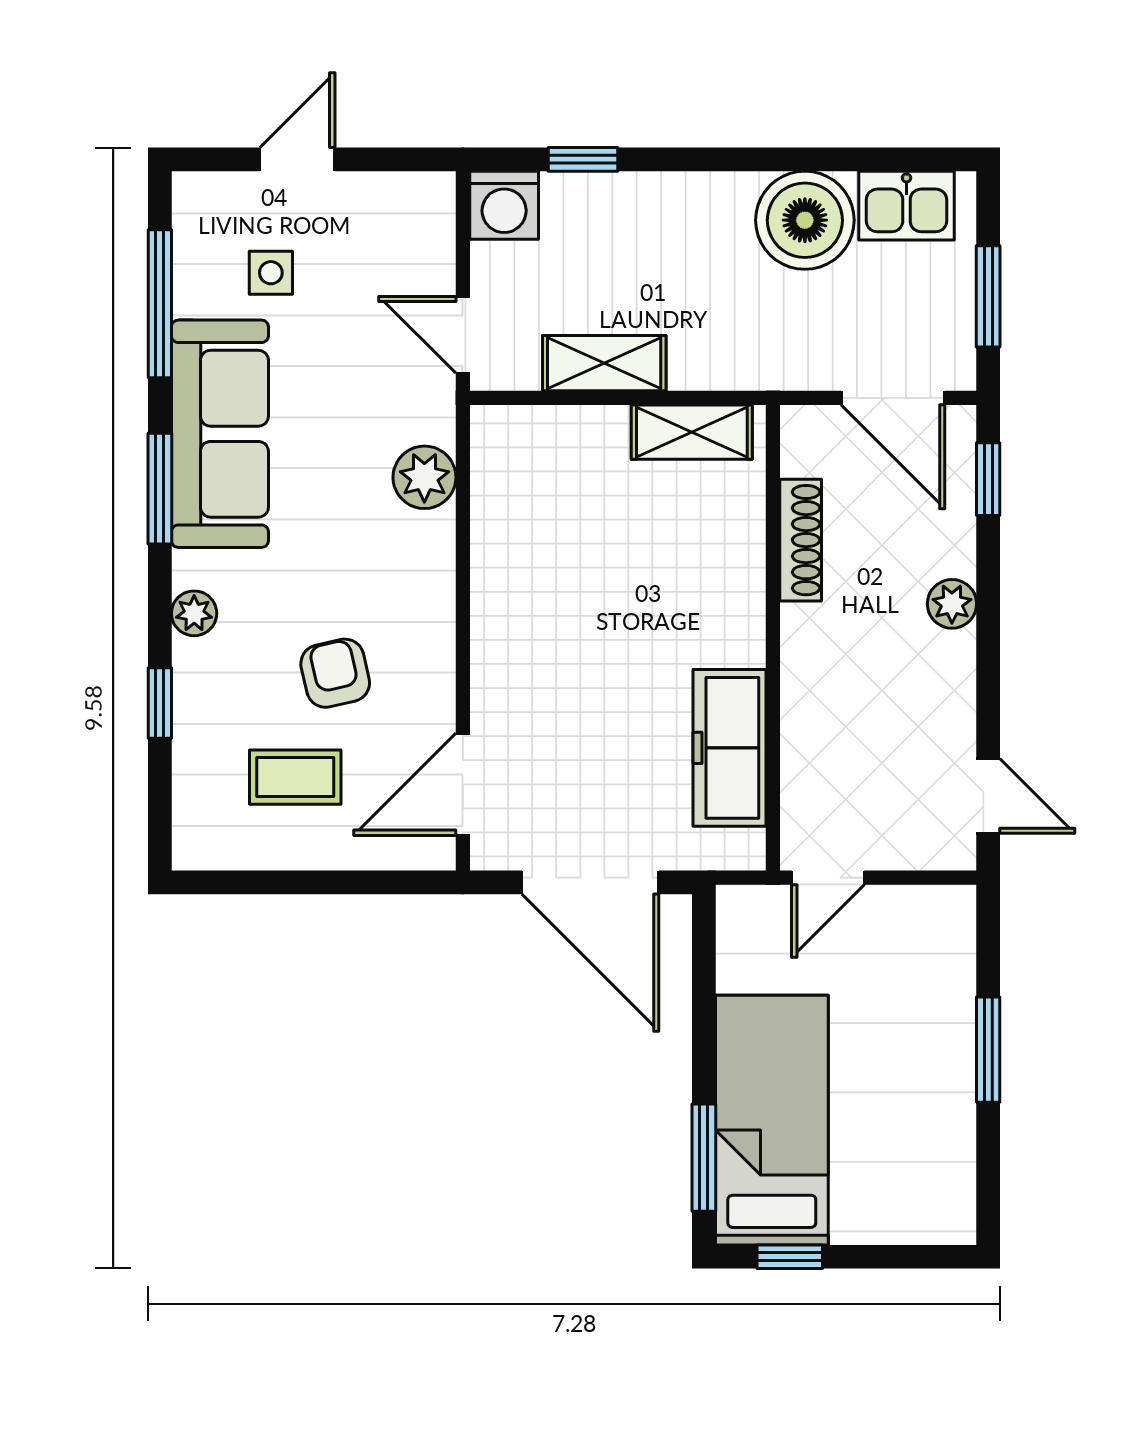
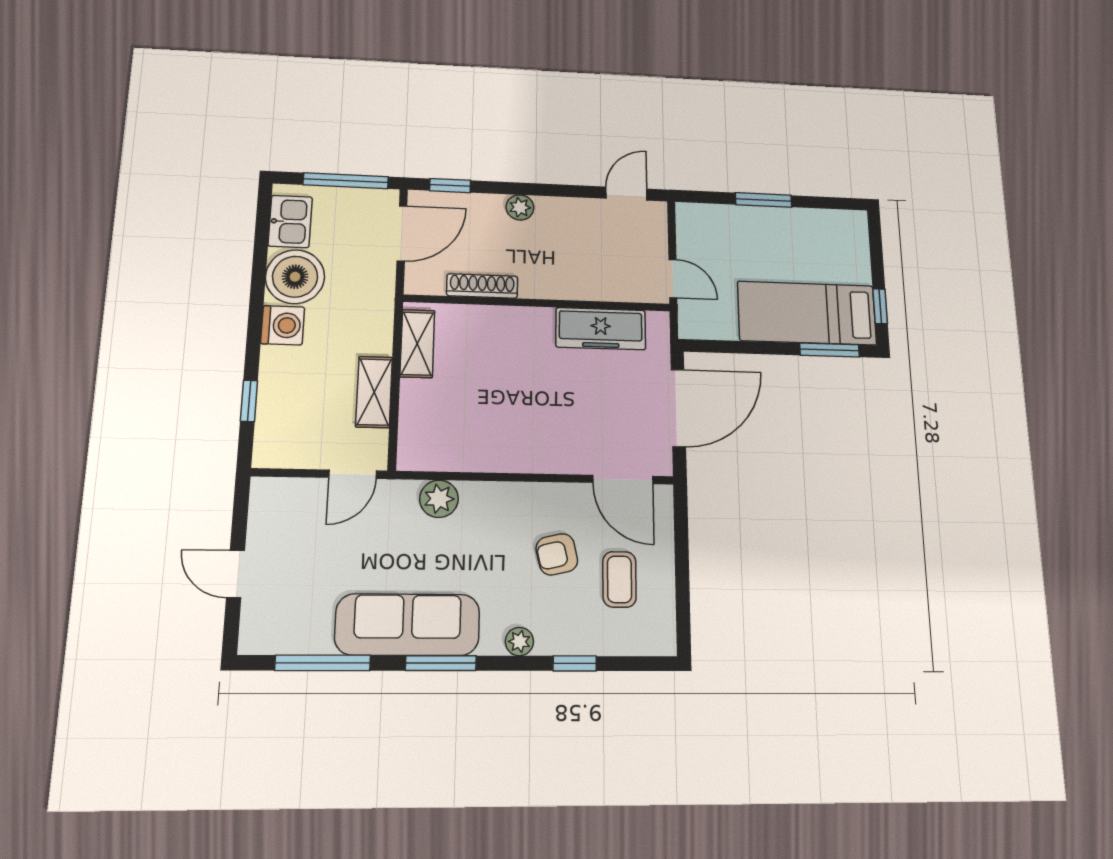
washing machine: (504, 205) -> (283, 325), moved
side table: (271, 273) -> (307, 592), removed
window: (988, 296) -> (346, 181), width x1.44

